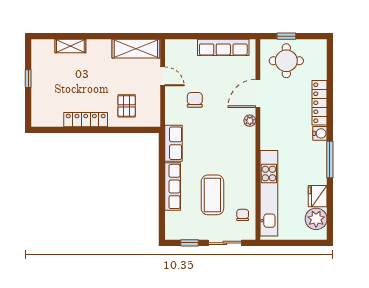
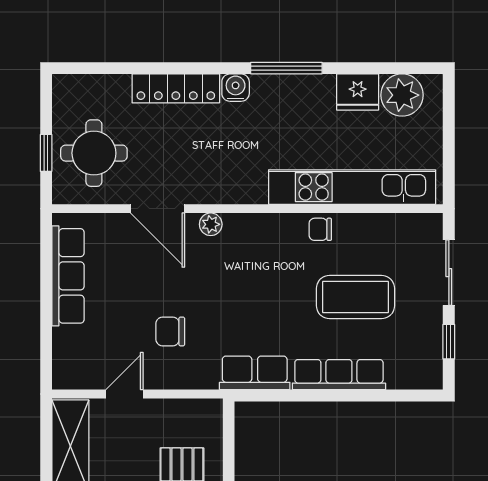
chair: (243, 215) -> (320, 229), moved

